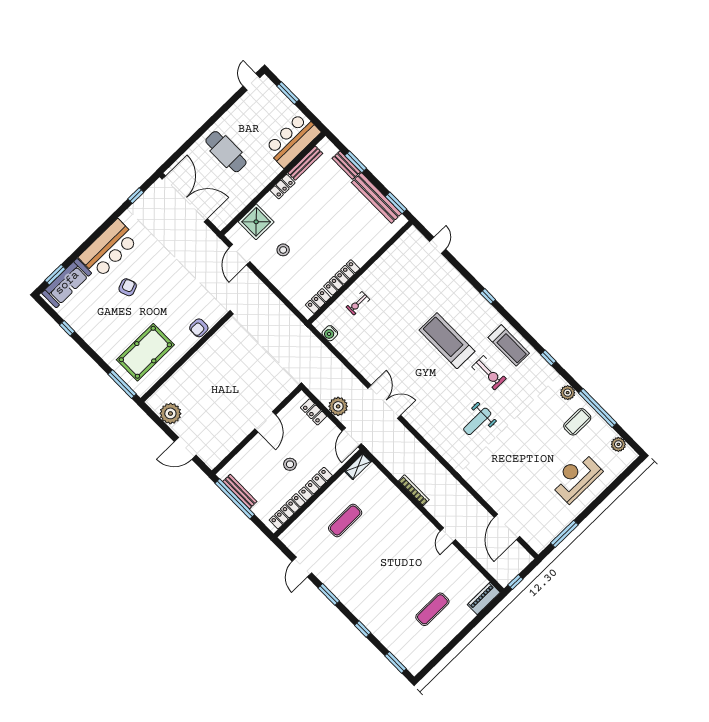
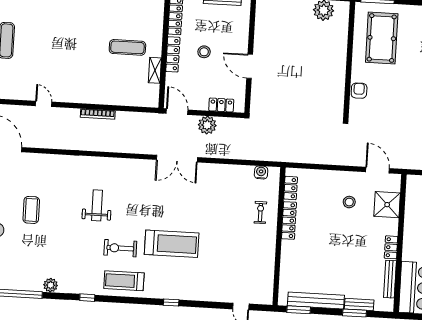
coffee table: (577, 422) -> (31, 210), moved
shelving: (358, 466) -> (155, 70), moved
exercise mat: (345, 520) -> (127, 47), turned 90

